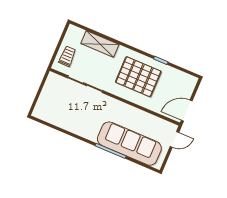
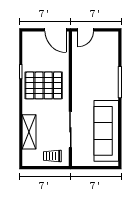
pallet: (138, 77) -> (44, 85), turned 90
door: (174, 139) -> (86, 30), swing flipped
sofa: (129, 144) -> (106, 131), moved

